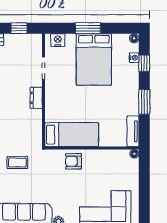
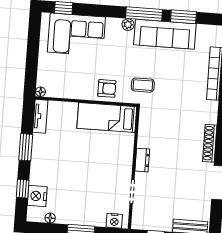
floor lamp: (134, 38) -> (50, 218), moved
nightstand: (134, 58) -> (37, 196), width x1.89, depth x1.79
bed: (94, 59) -> (77, 197), removed
coffee table: (17, 162) -> (143, 85), moved

